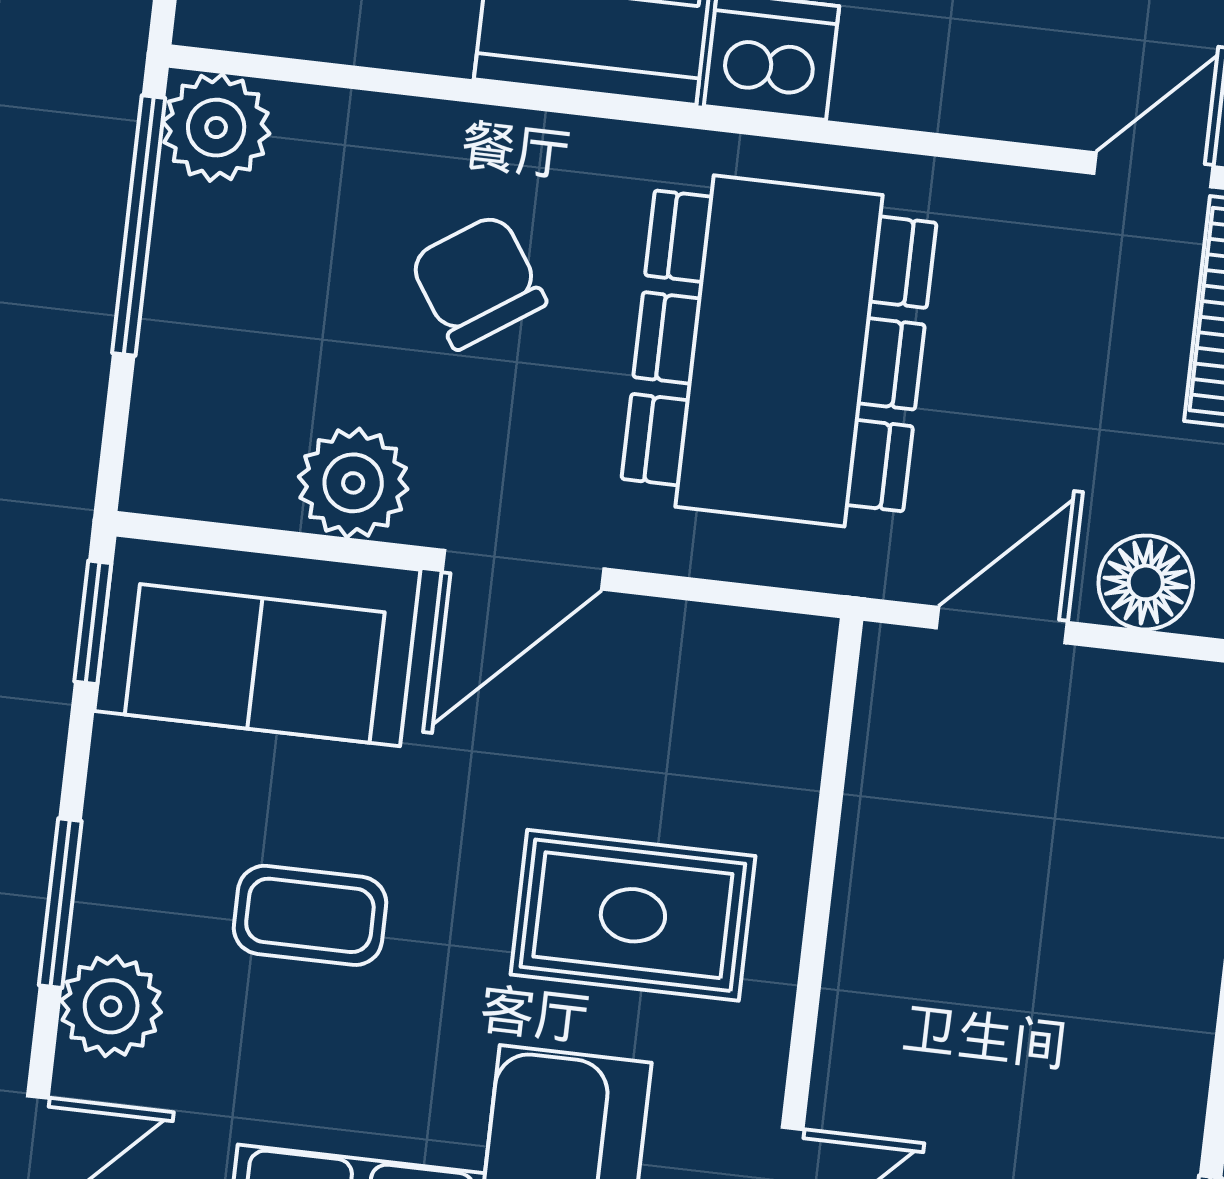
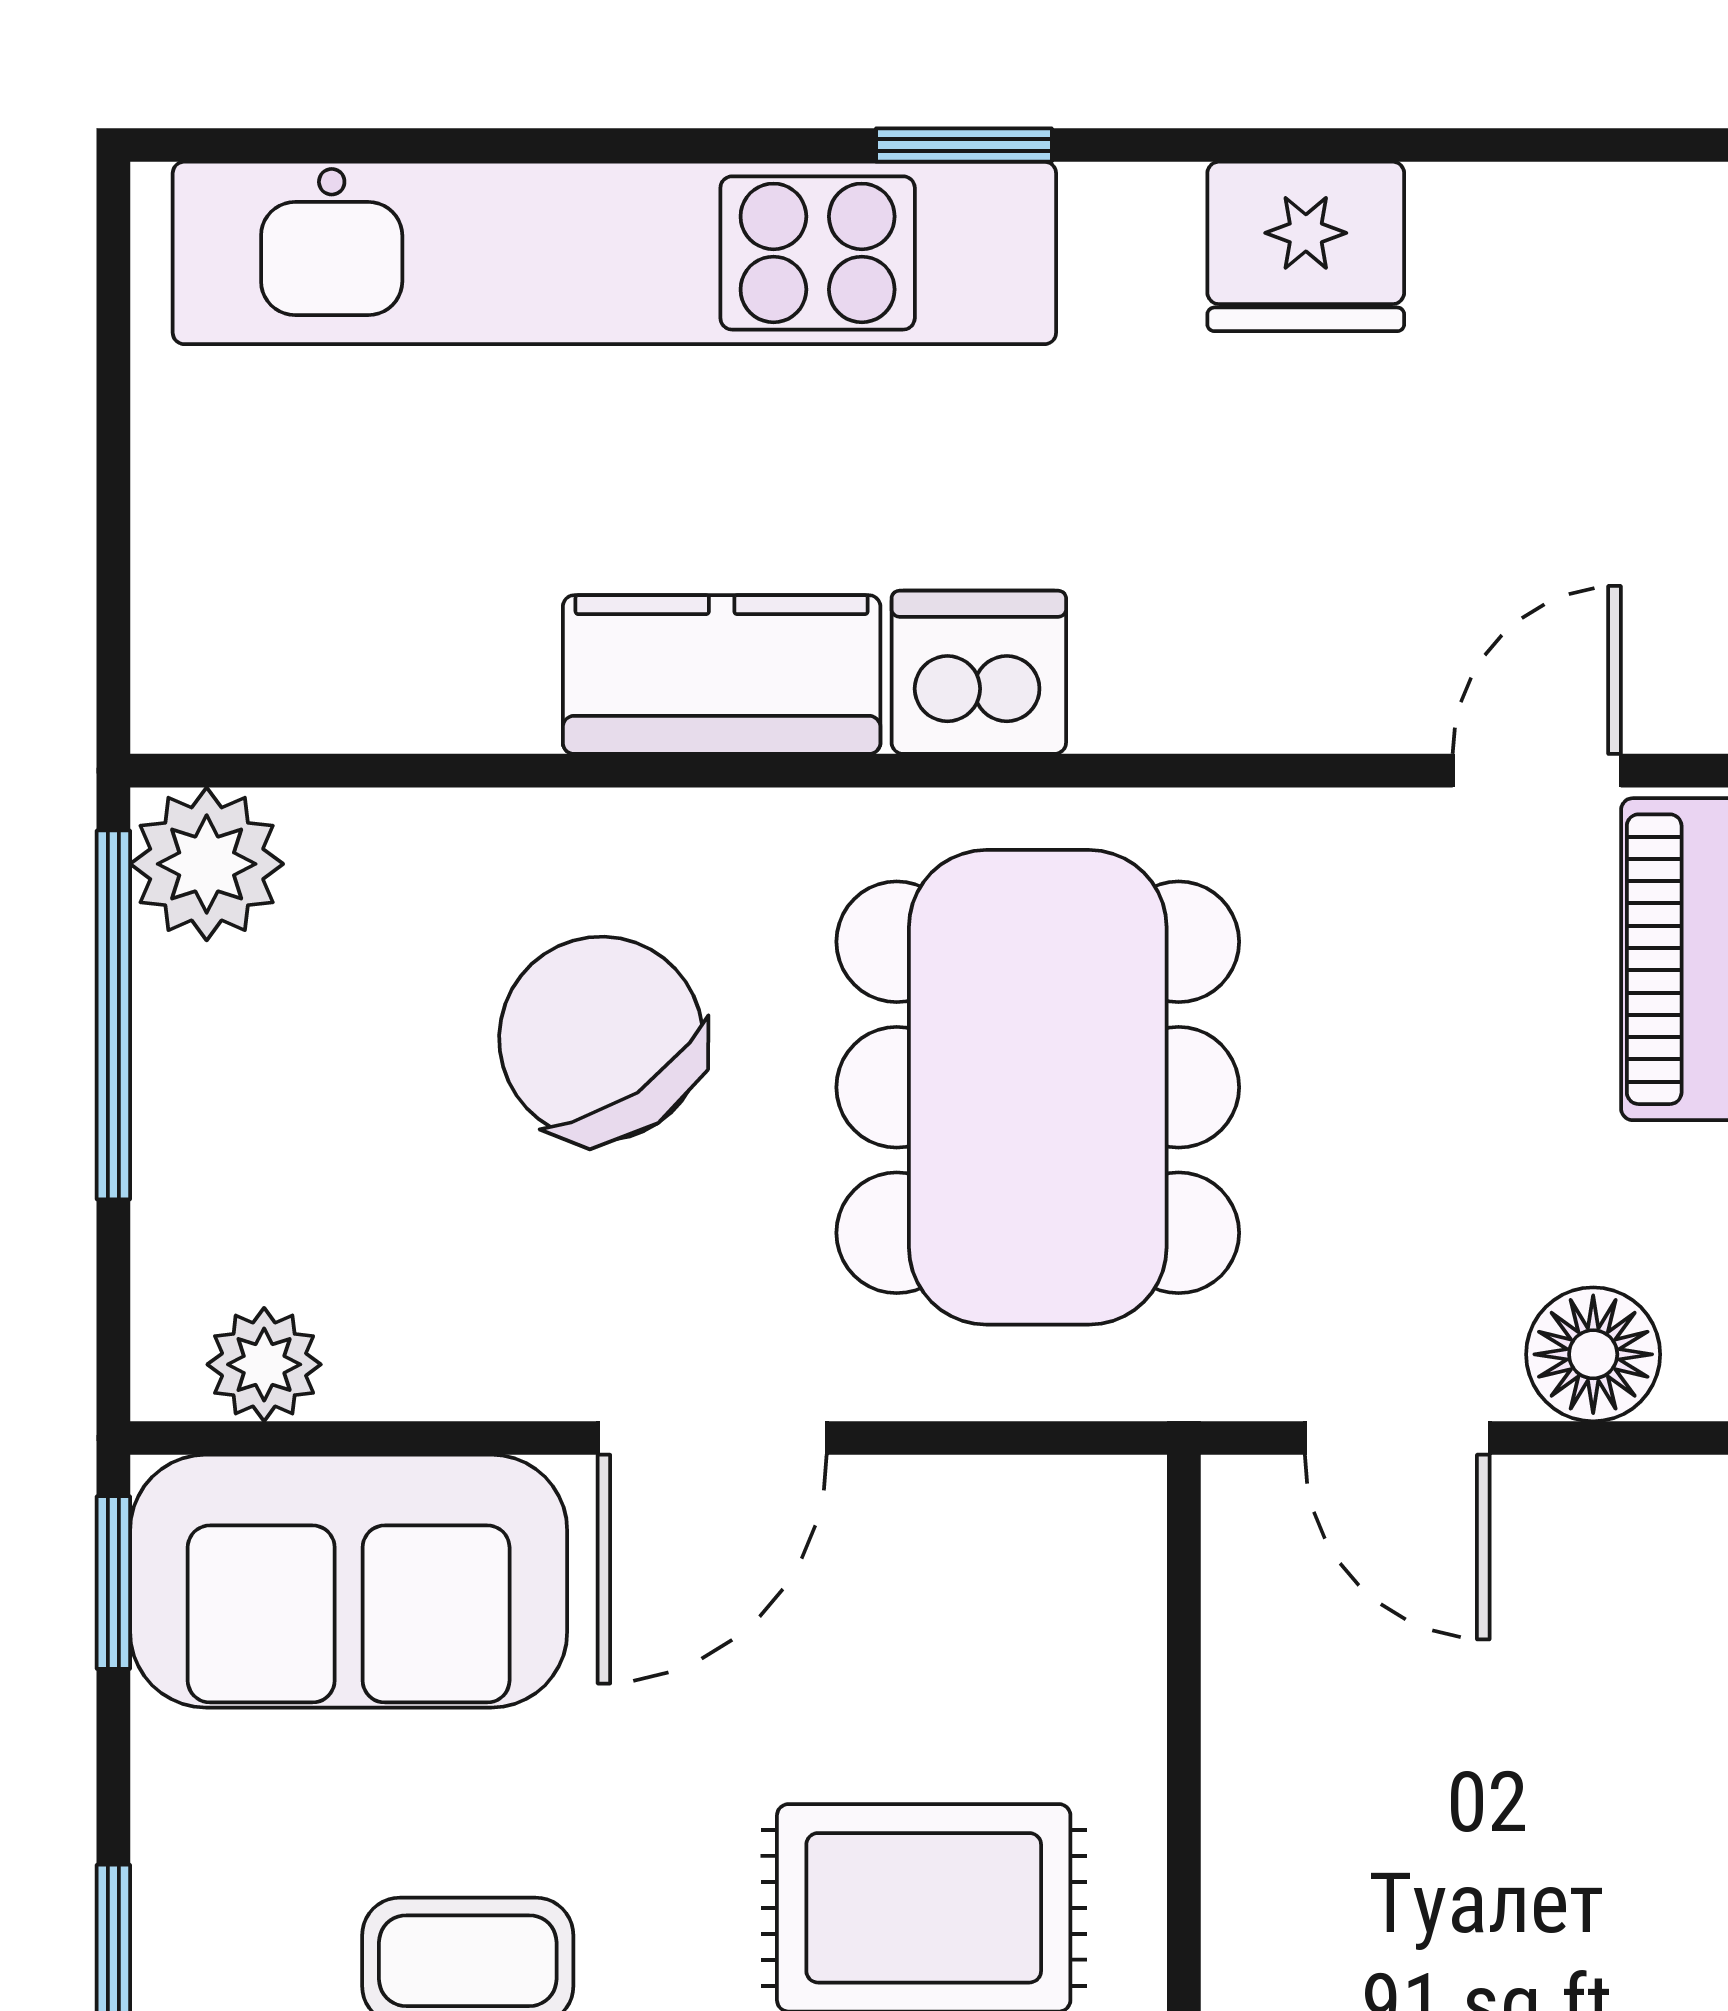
chair: (478, 281) -> (601, 1039), width x1.37, depth x1.37
plant: (353, 483) -> (264, 1364), moved, width x0.73, depth x0.73
door: (1002, 625) -> (1397, 1438), swing flipped

